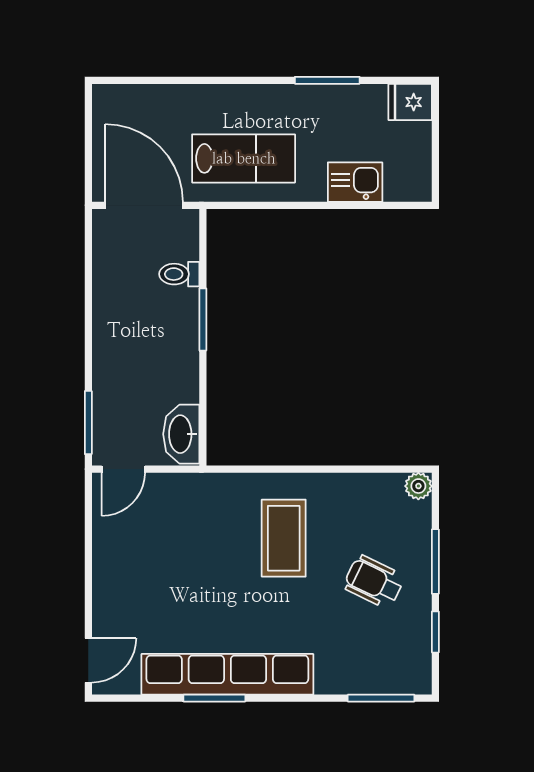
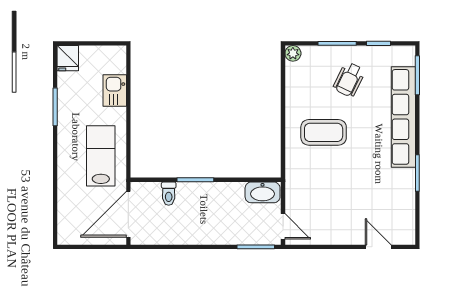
door: (88, 660) -> (378, 247), moved
row of seats: (227, 674) -> (403, 117), moved

